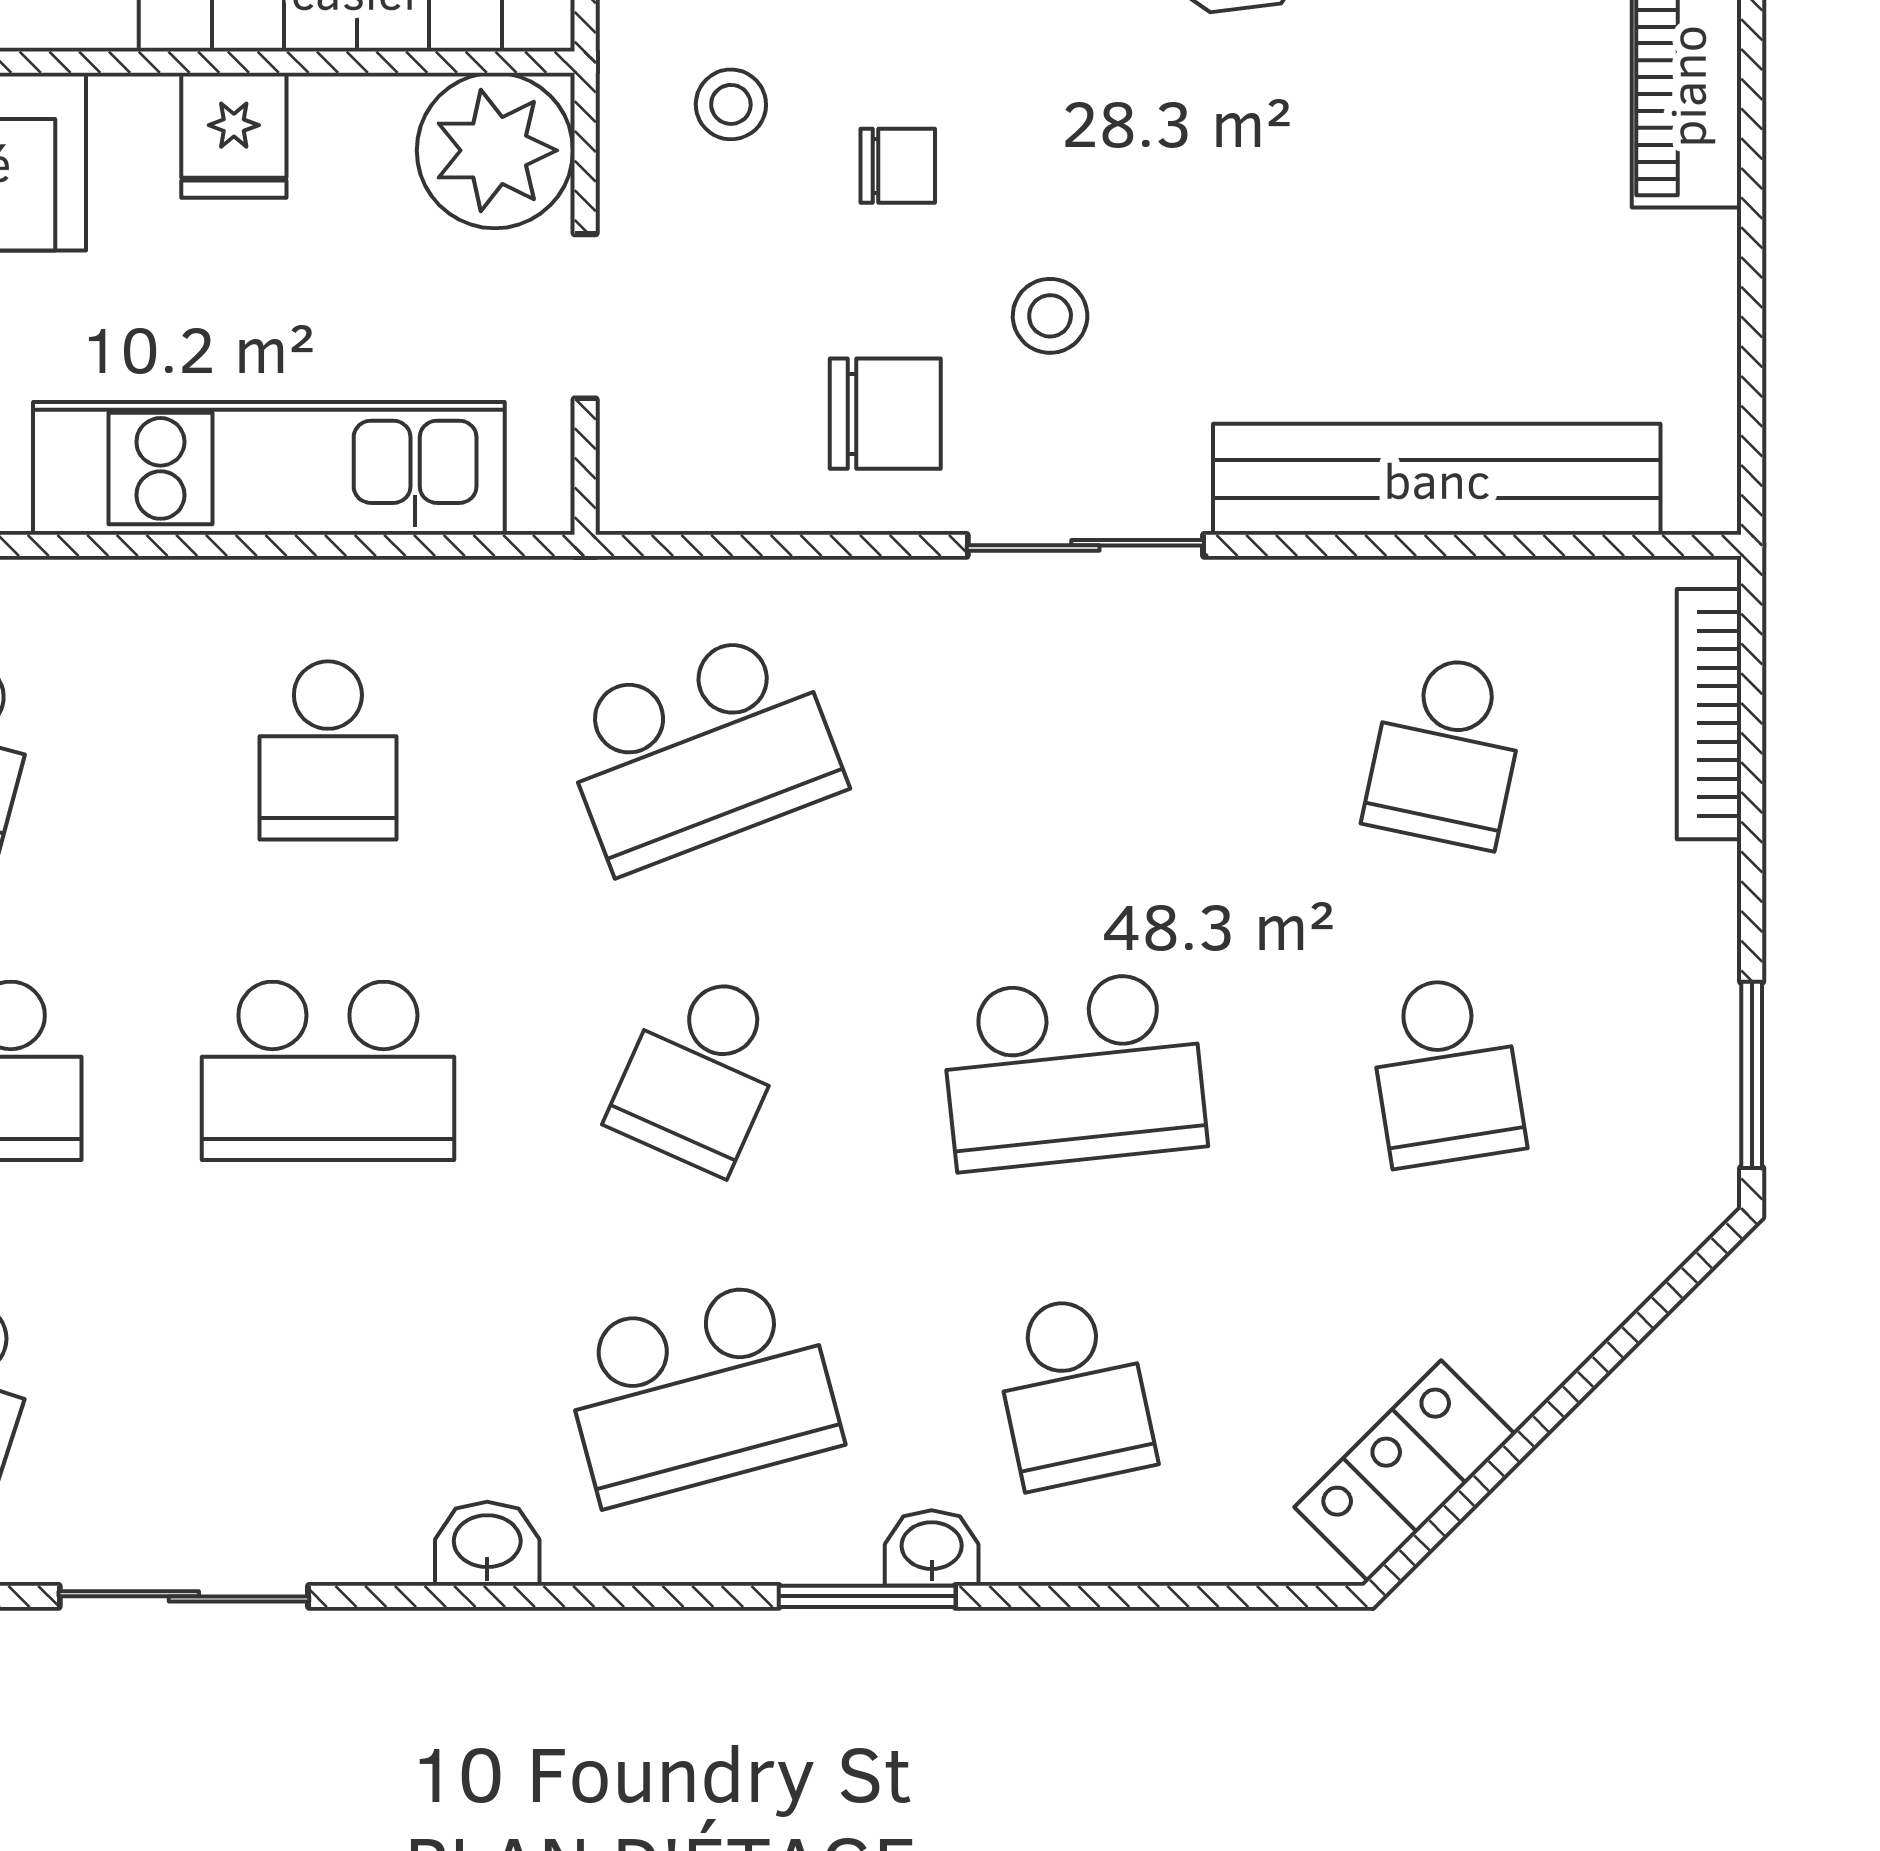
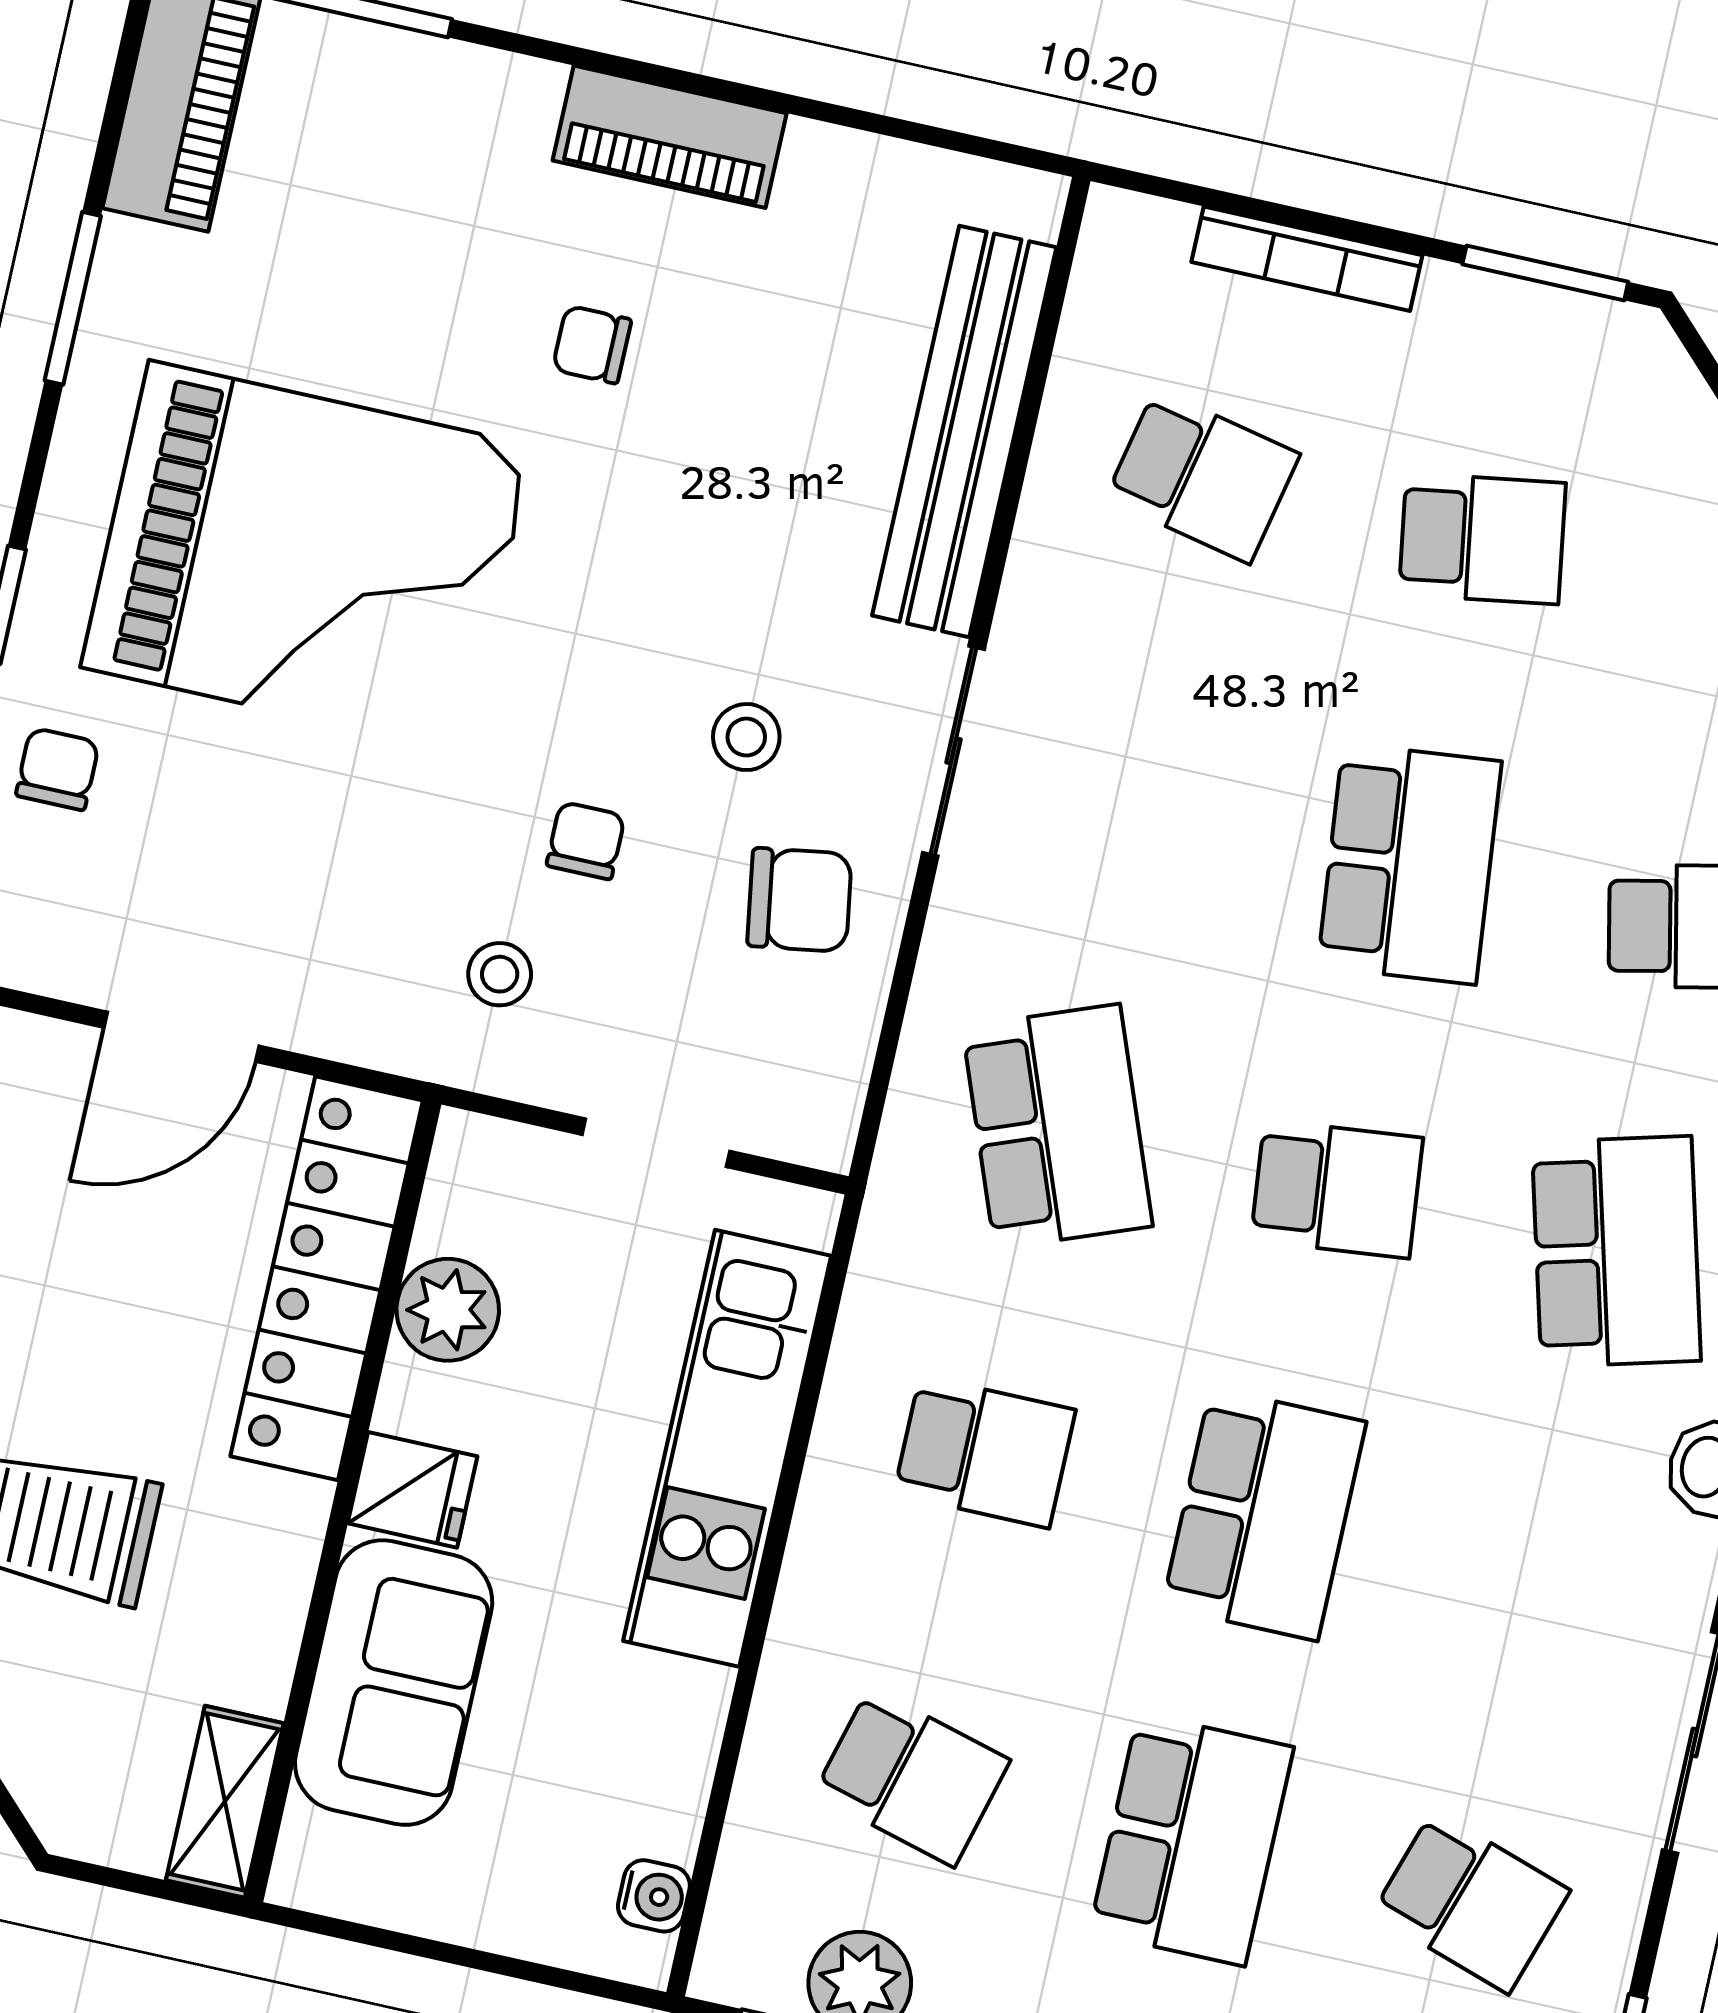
chair: (1441, 52) -> (592, 345), added
fridge: (234, 135) -> (412, 1490), moved
plant: (495, 150) -> (448, 1310), moved, width x0.73, depth x0.73
chair: (885, 414) -> (799, 900), turned 81
bookcase: (1709, 714) -> (1307, 259), moved
school desk: (701, 1071) -> (1337, 1189), turned -30

